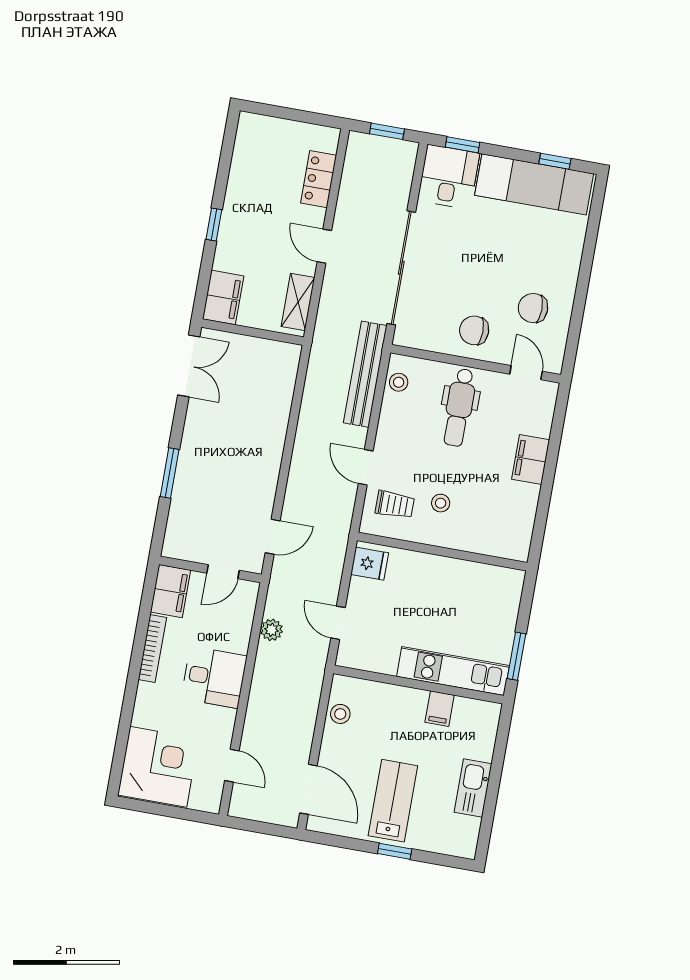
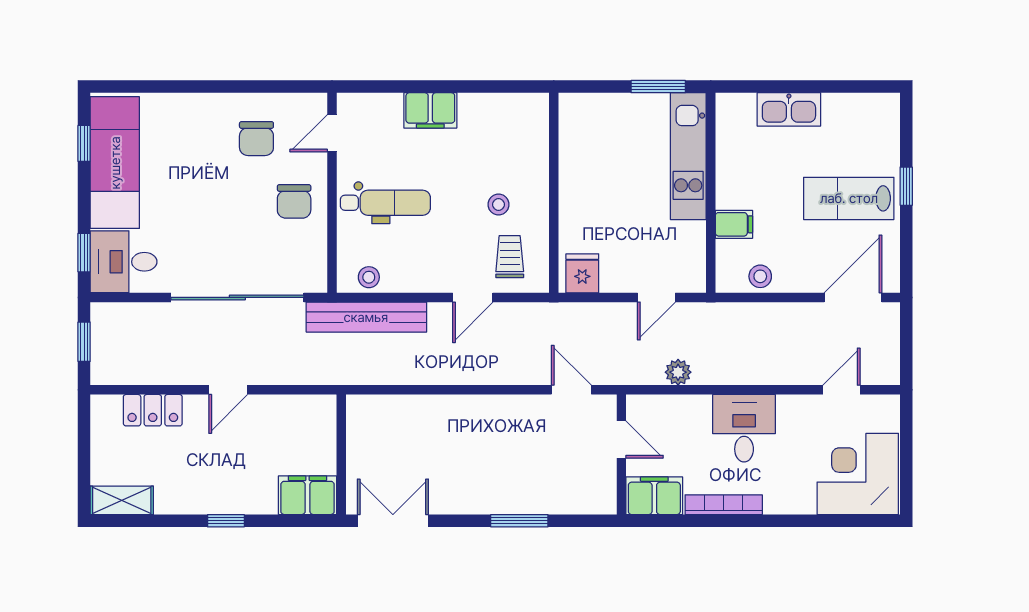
shelving: (298, 302) -> (122, 500), moved
filing cabinet: (440, 709) -> (734, 224), moved
kitchen sink: (473, 788) -> (789, 109), moved

